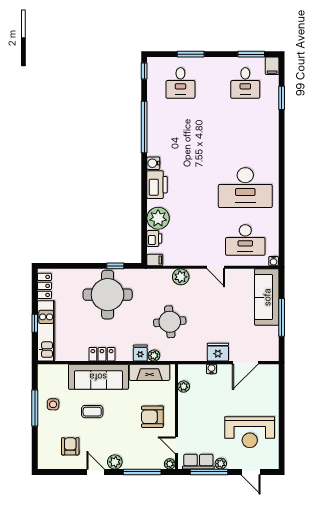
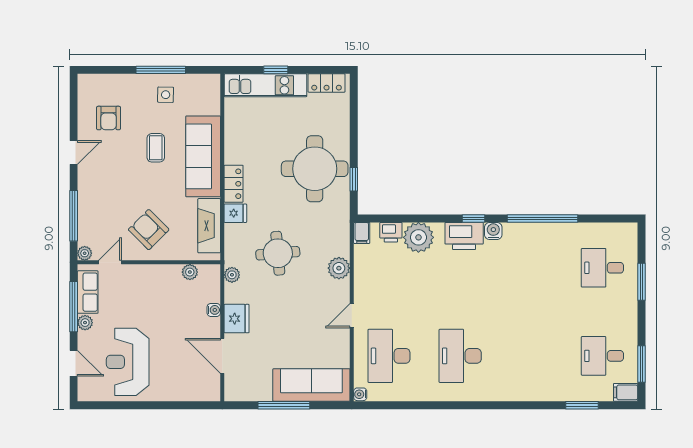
window: (144, 71) -> (474, 218), moved
desk: (245, 188) -> (460, 356), width x0.73, depth x0.77
locker: (102, 354) -> (234, 184), moved
plant: (154, 356) -> (232, 275), moved
armchair: (152, 417) -> (149, 230), turned -45
armchair: (70, 446) -> (109, 118), turned 90
plant: (115, 462) -> (87, 179), removed
door: (251, 472) -> (74, 363), swing flipped

